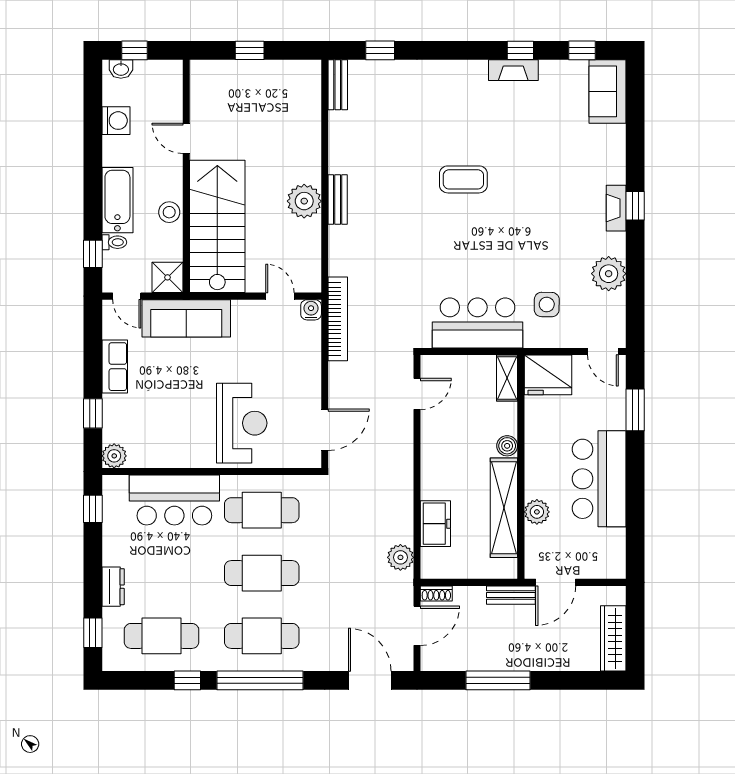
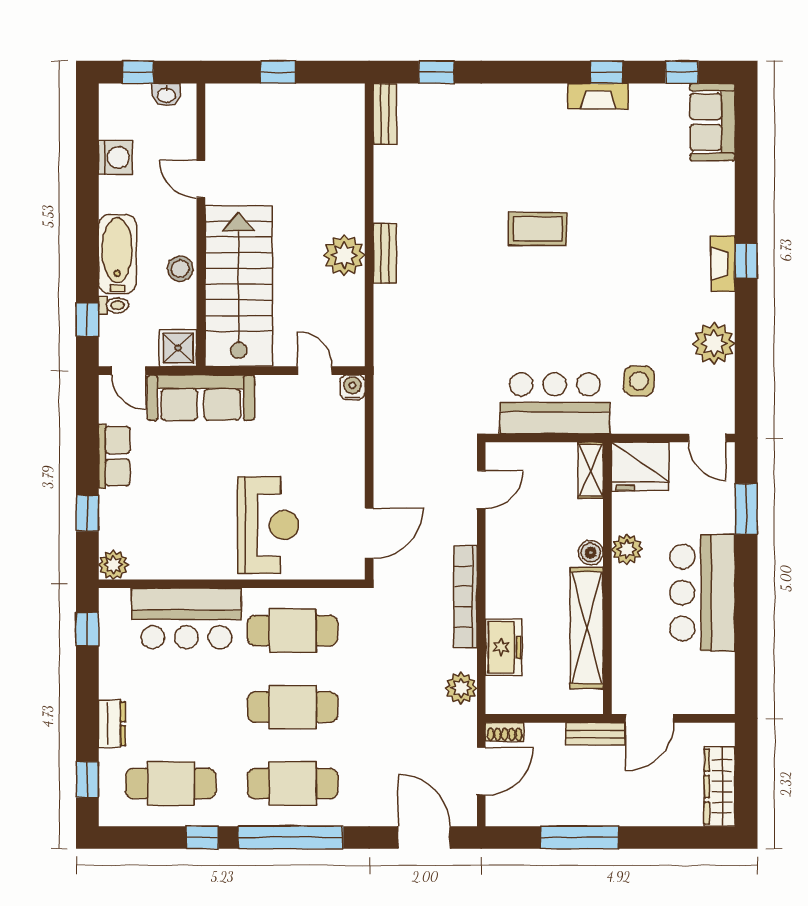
washbasin: (121, 69) -> (166, 95), moved
bookcase: (338, 319) -> (465, 597), moved, turned 180
plant: (537, 512) -> (627, 549), moved

